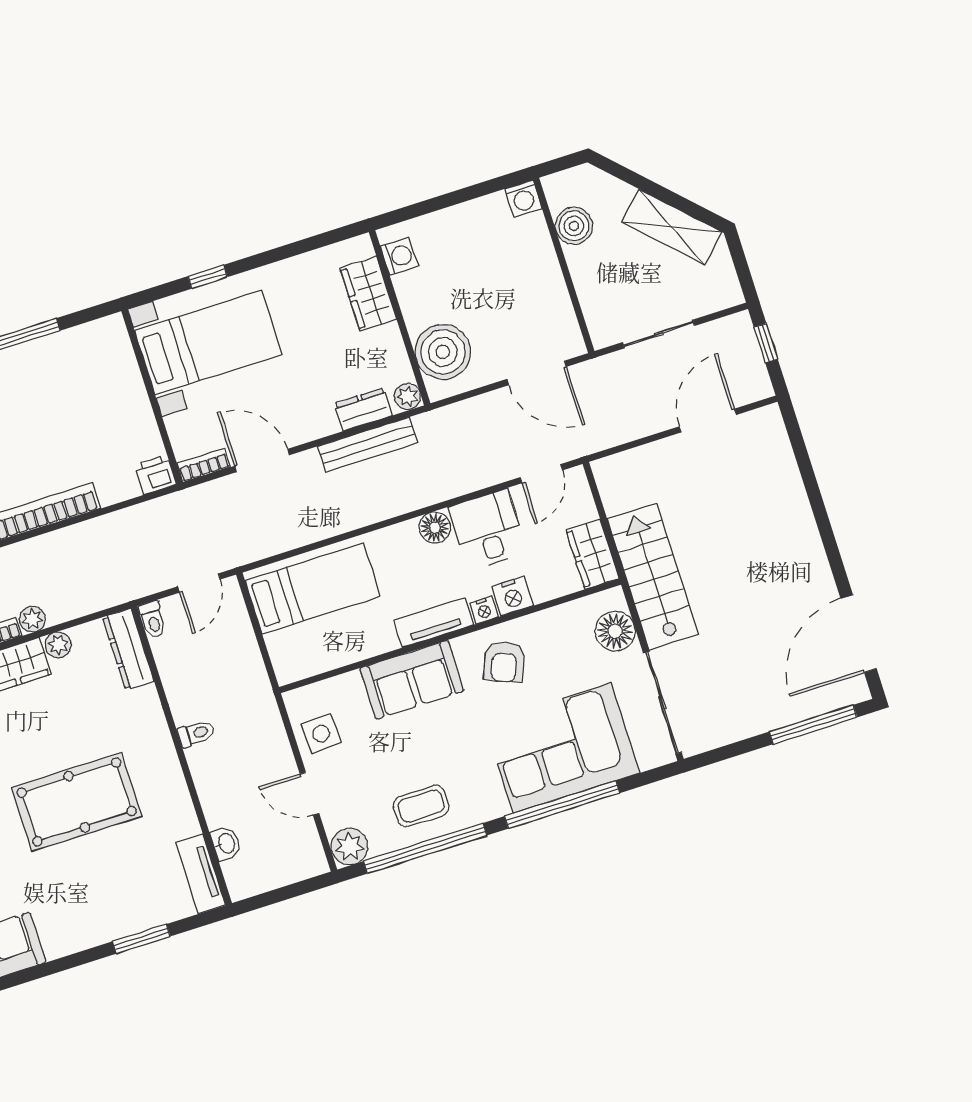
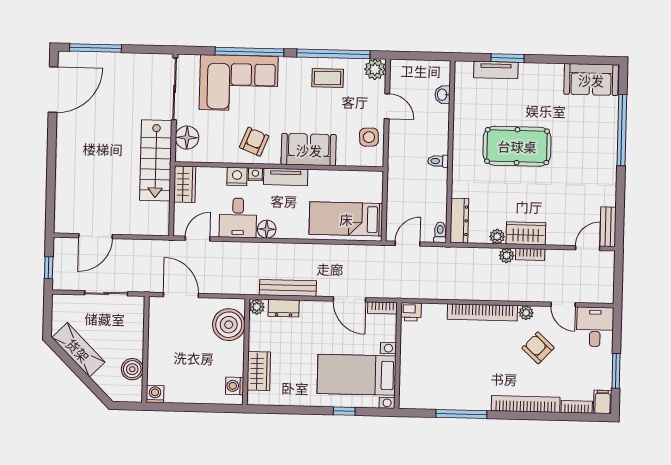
tv unit: (201, 874) -> (496, 70), moved, turned 90

